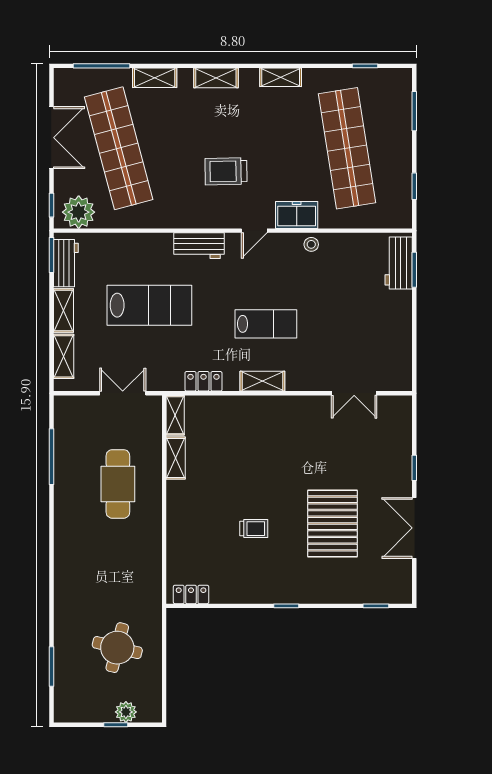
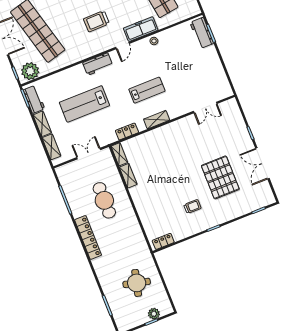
freezer: (297, 215) -> (141, 29), width x1.40
lab bench: (149, 305) -> (84, 104), turned 180
trolley: (254, 529) -> (192, 207), moved
locker: (65, 537) -> (88, 237), added

